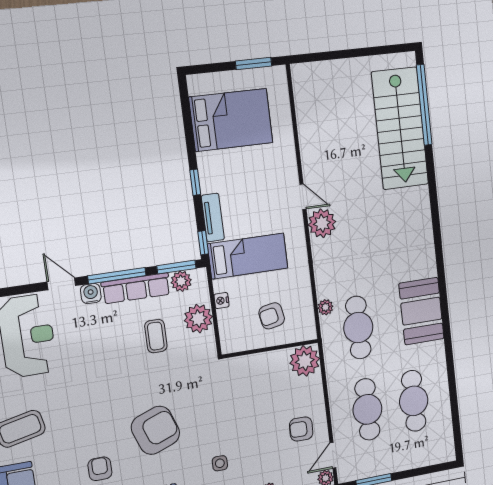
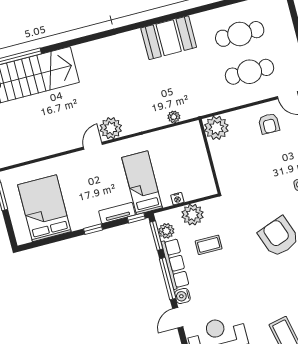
armchair: (272, 316) -> (185, 159), removed
cafe table: (358, 328) -> (187, 88), removed

